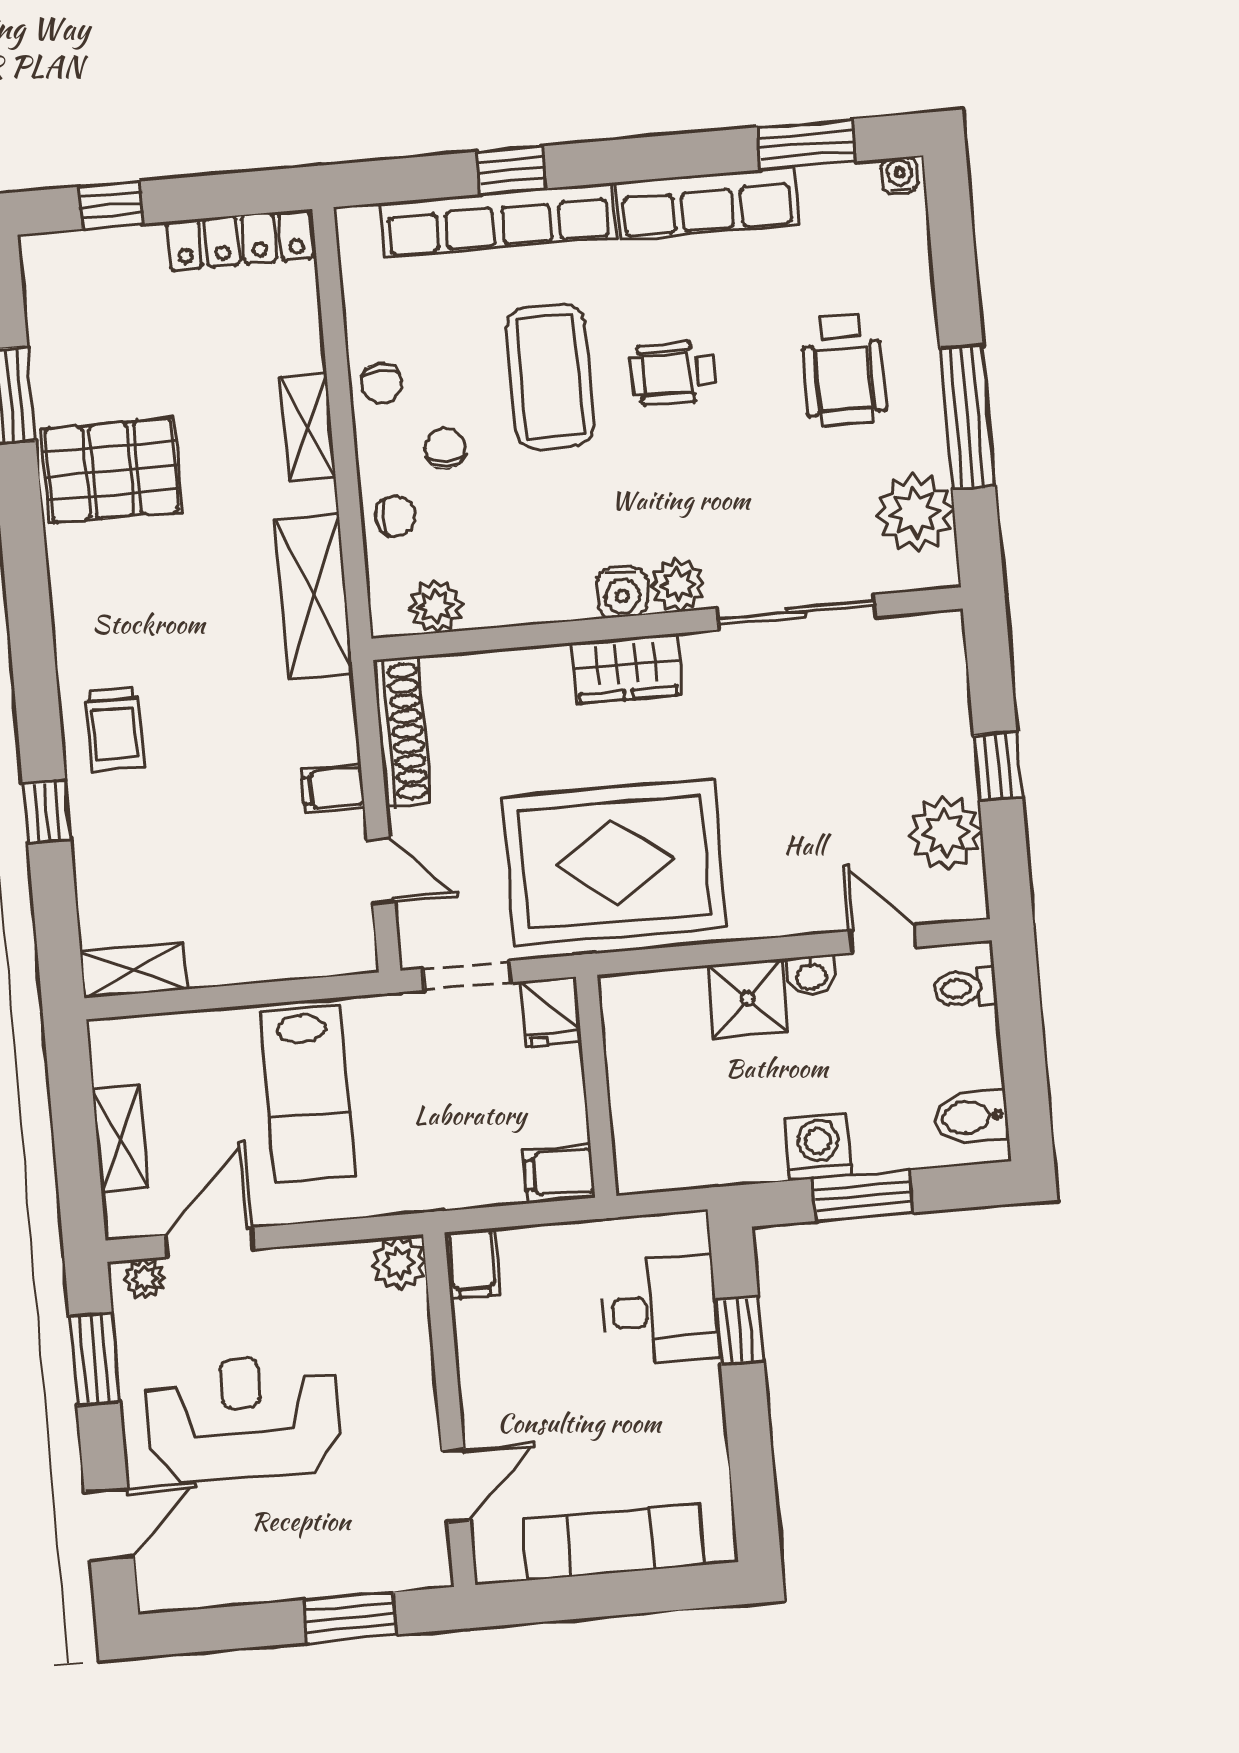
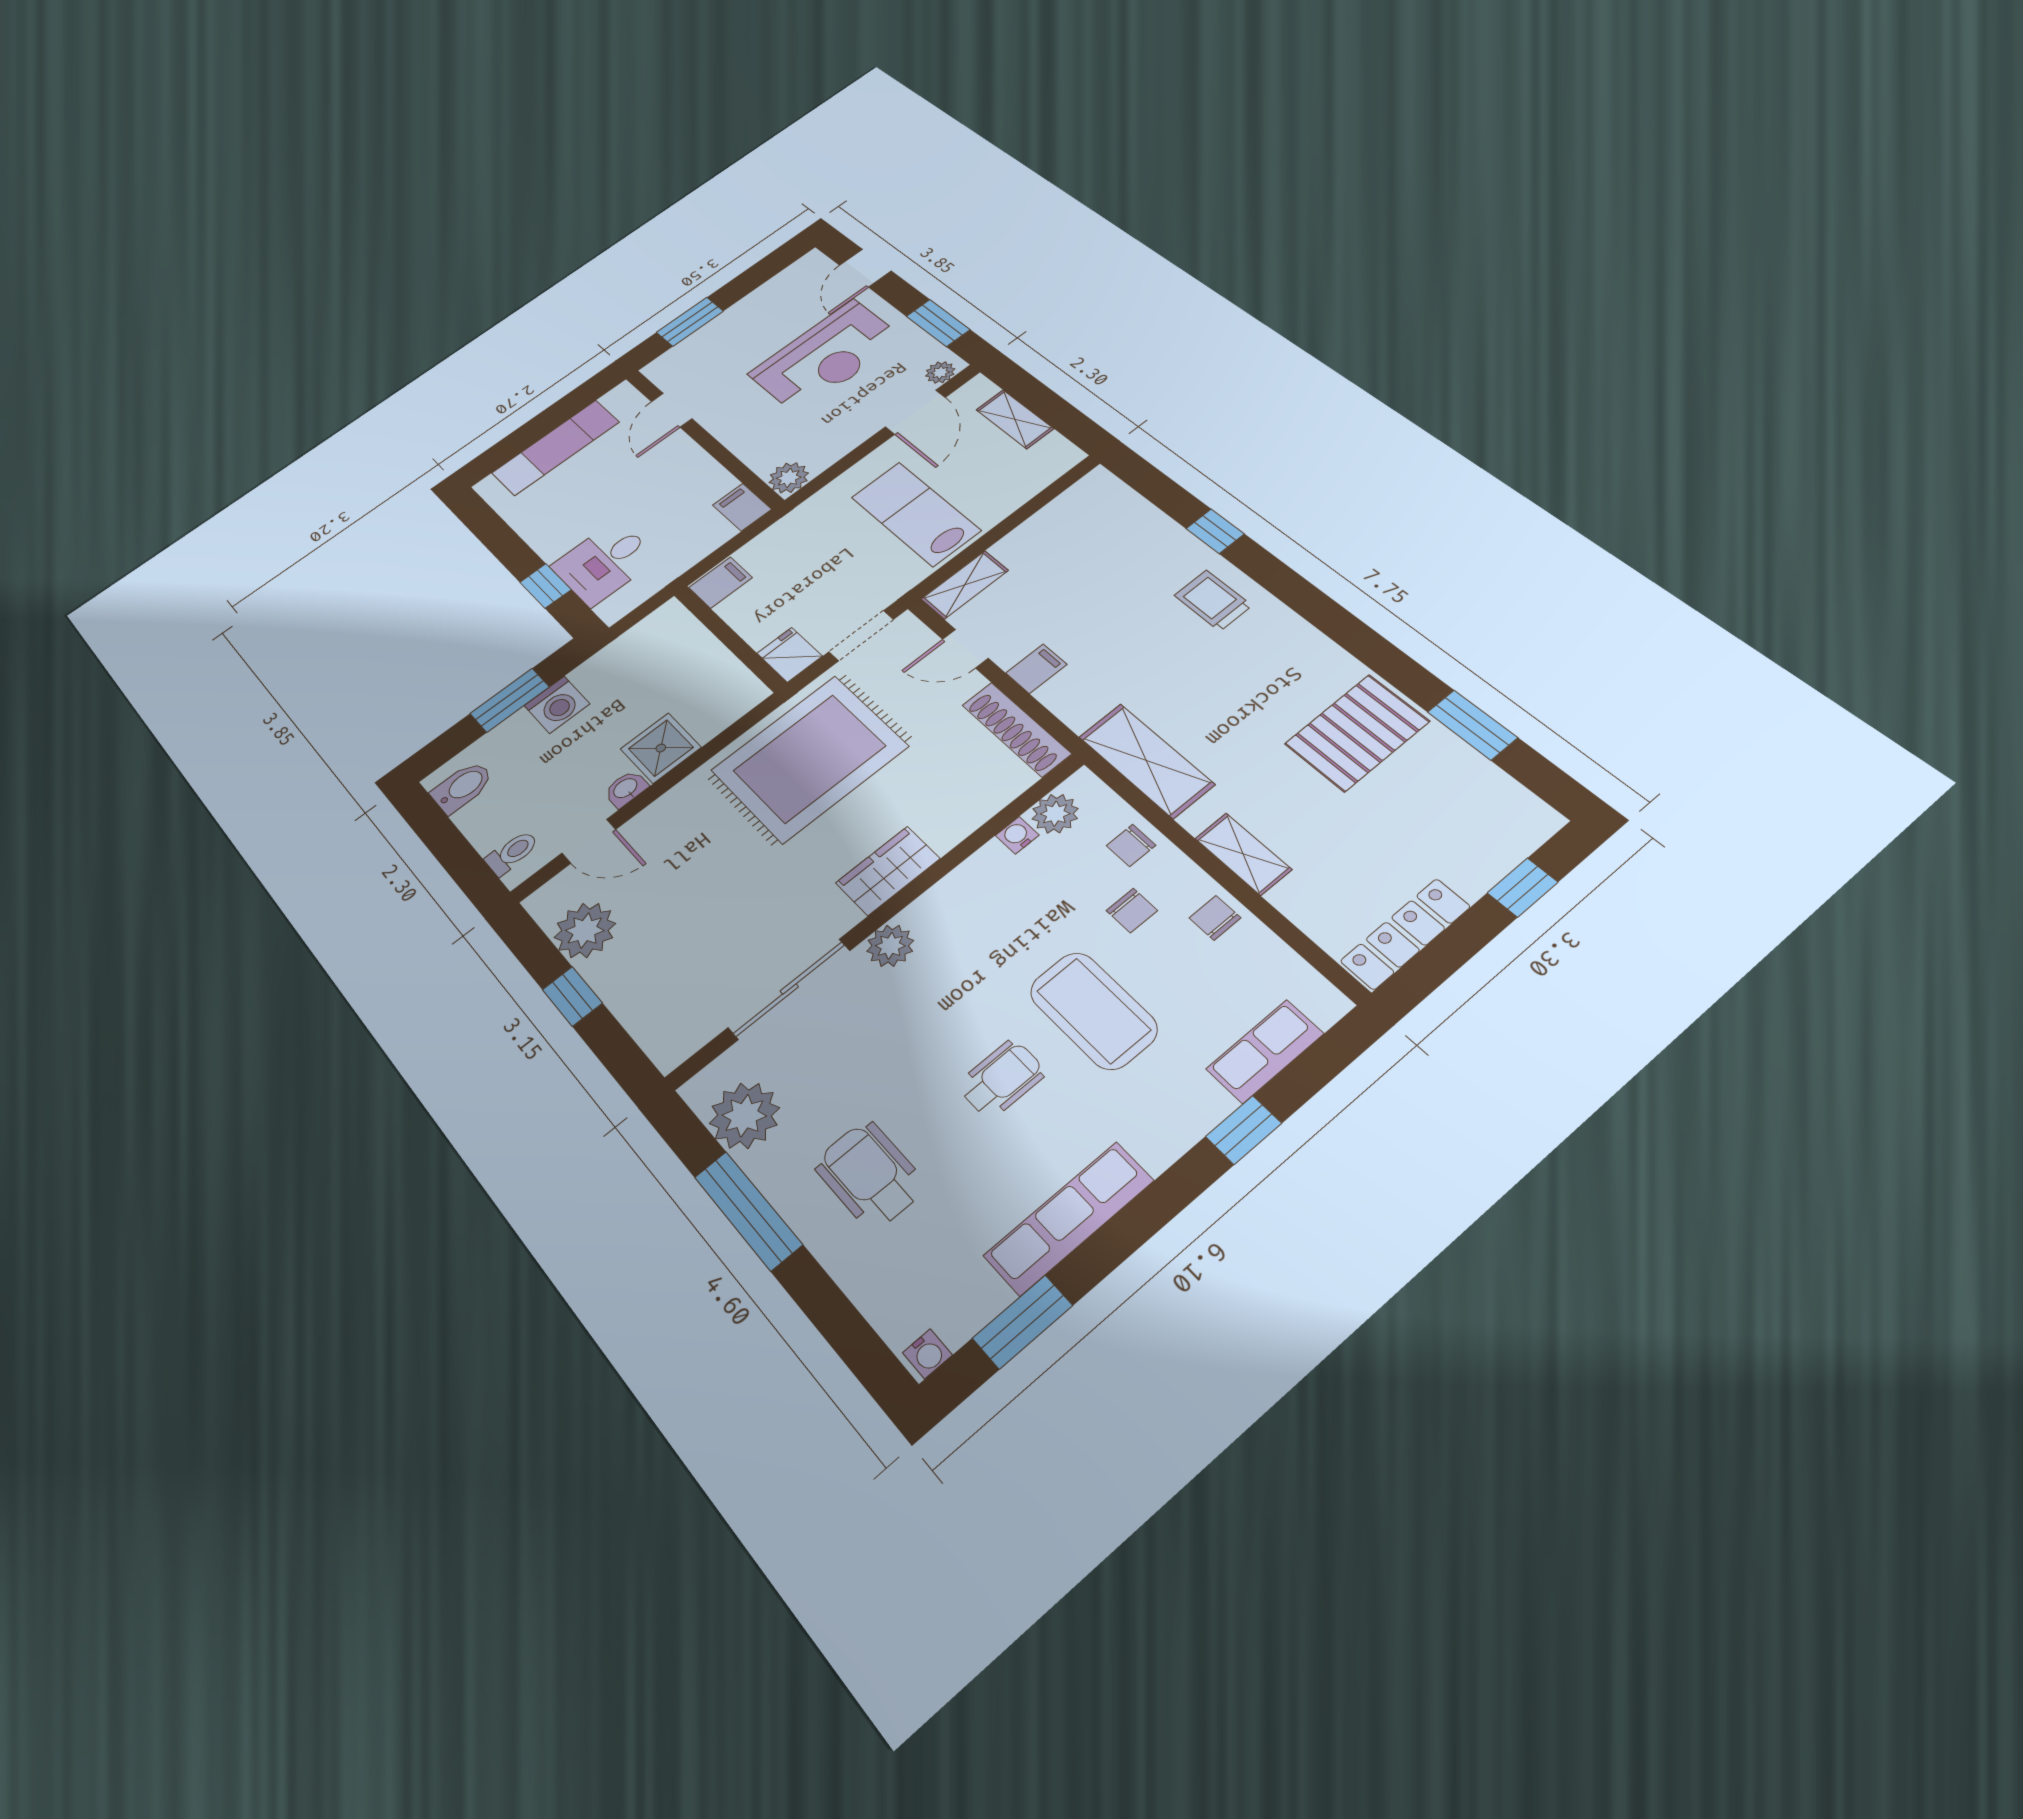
row of seats: (498, 220) -> (1265, 1051), width x0.50
water cooler: (622, 592) -> (1017, 835), moved, width x0.72, depth x0.72
shelving: (134, 971) -> (965, 585), moved

